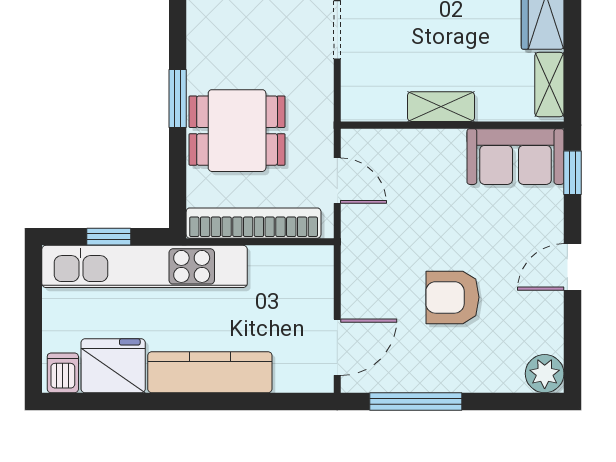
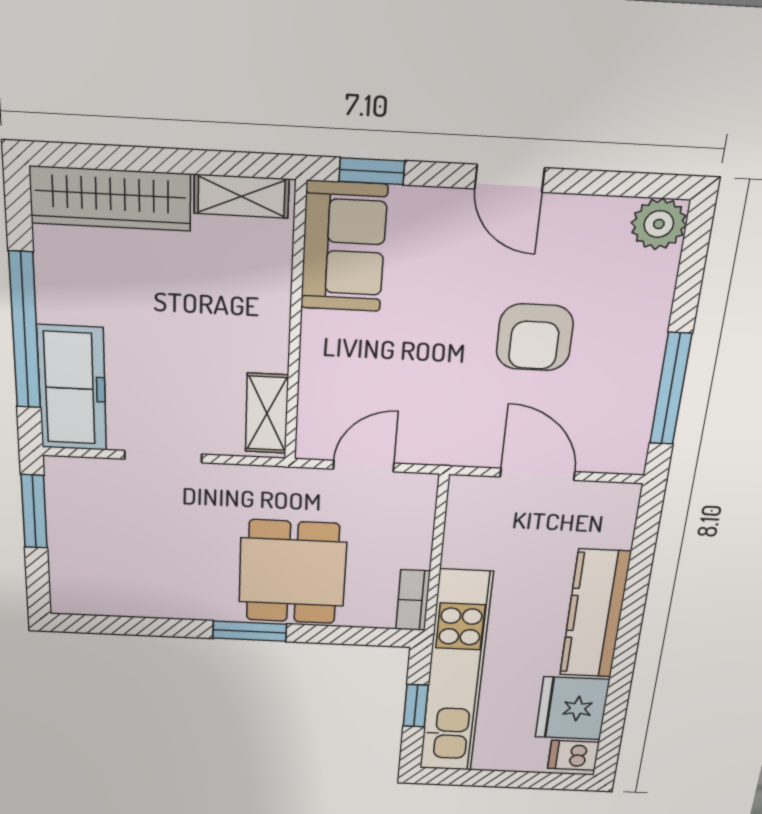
shelving: (441, 107) -> (267, 413), moved
bookcase: (254, 223) -> (413, 600), width x0.43, depth x0.76
door: (337, 347) -> (538, 474), moved

